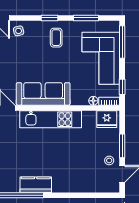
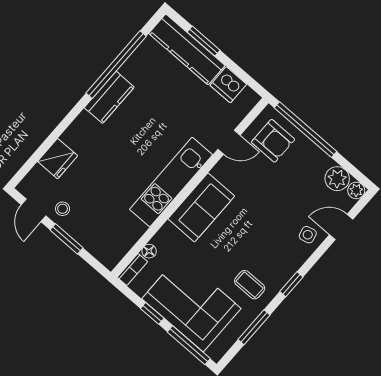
coffee table: (56, 38) -> (250, 285), moved
window: (122, 87) -> (152, 313), moved
sofa: (43, 94) -> (201, 207), width x0.73
fridge: (107, 119) -> (58, 159), moved, turned 180

